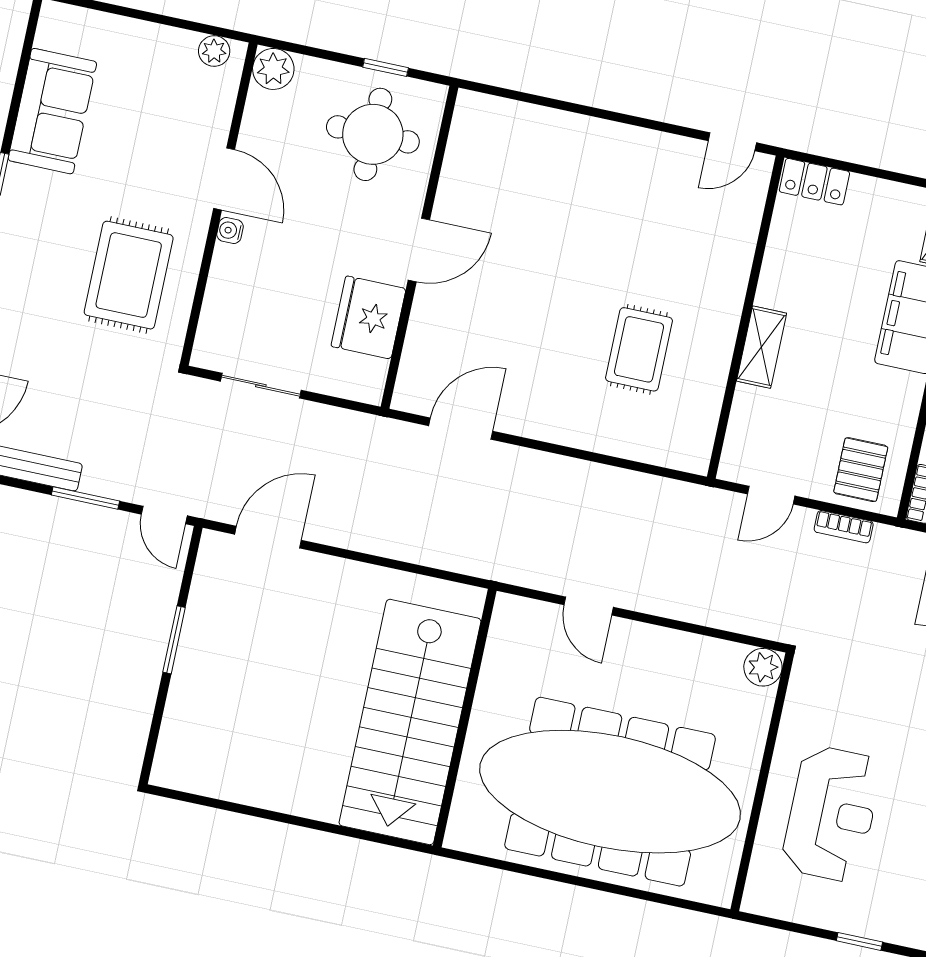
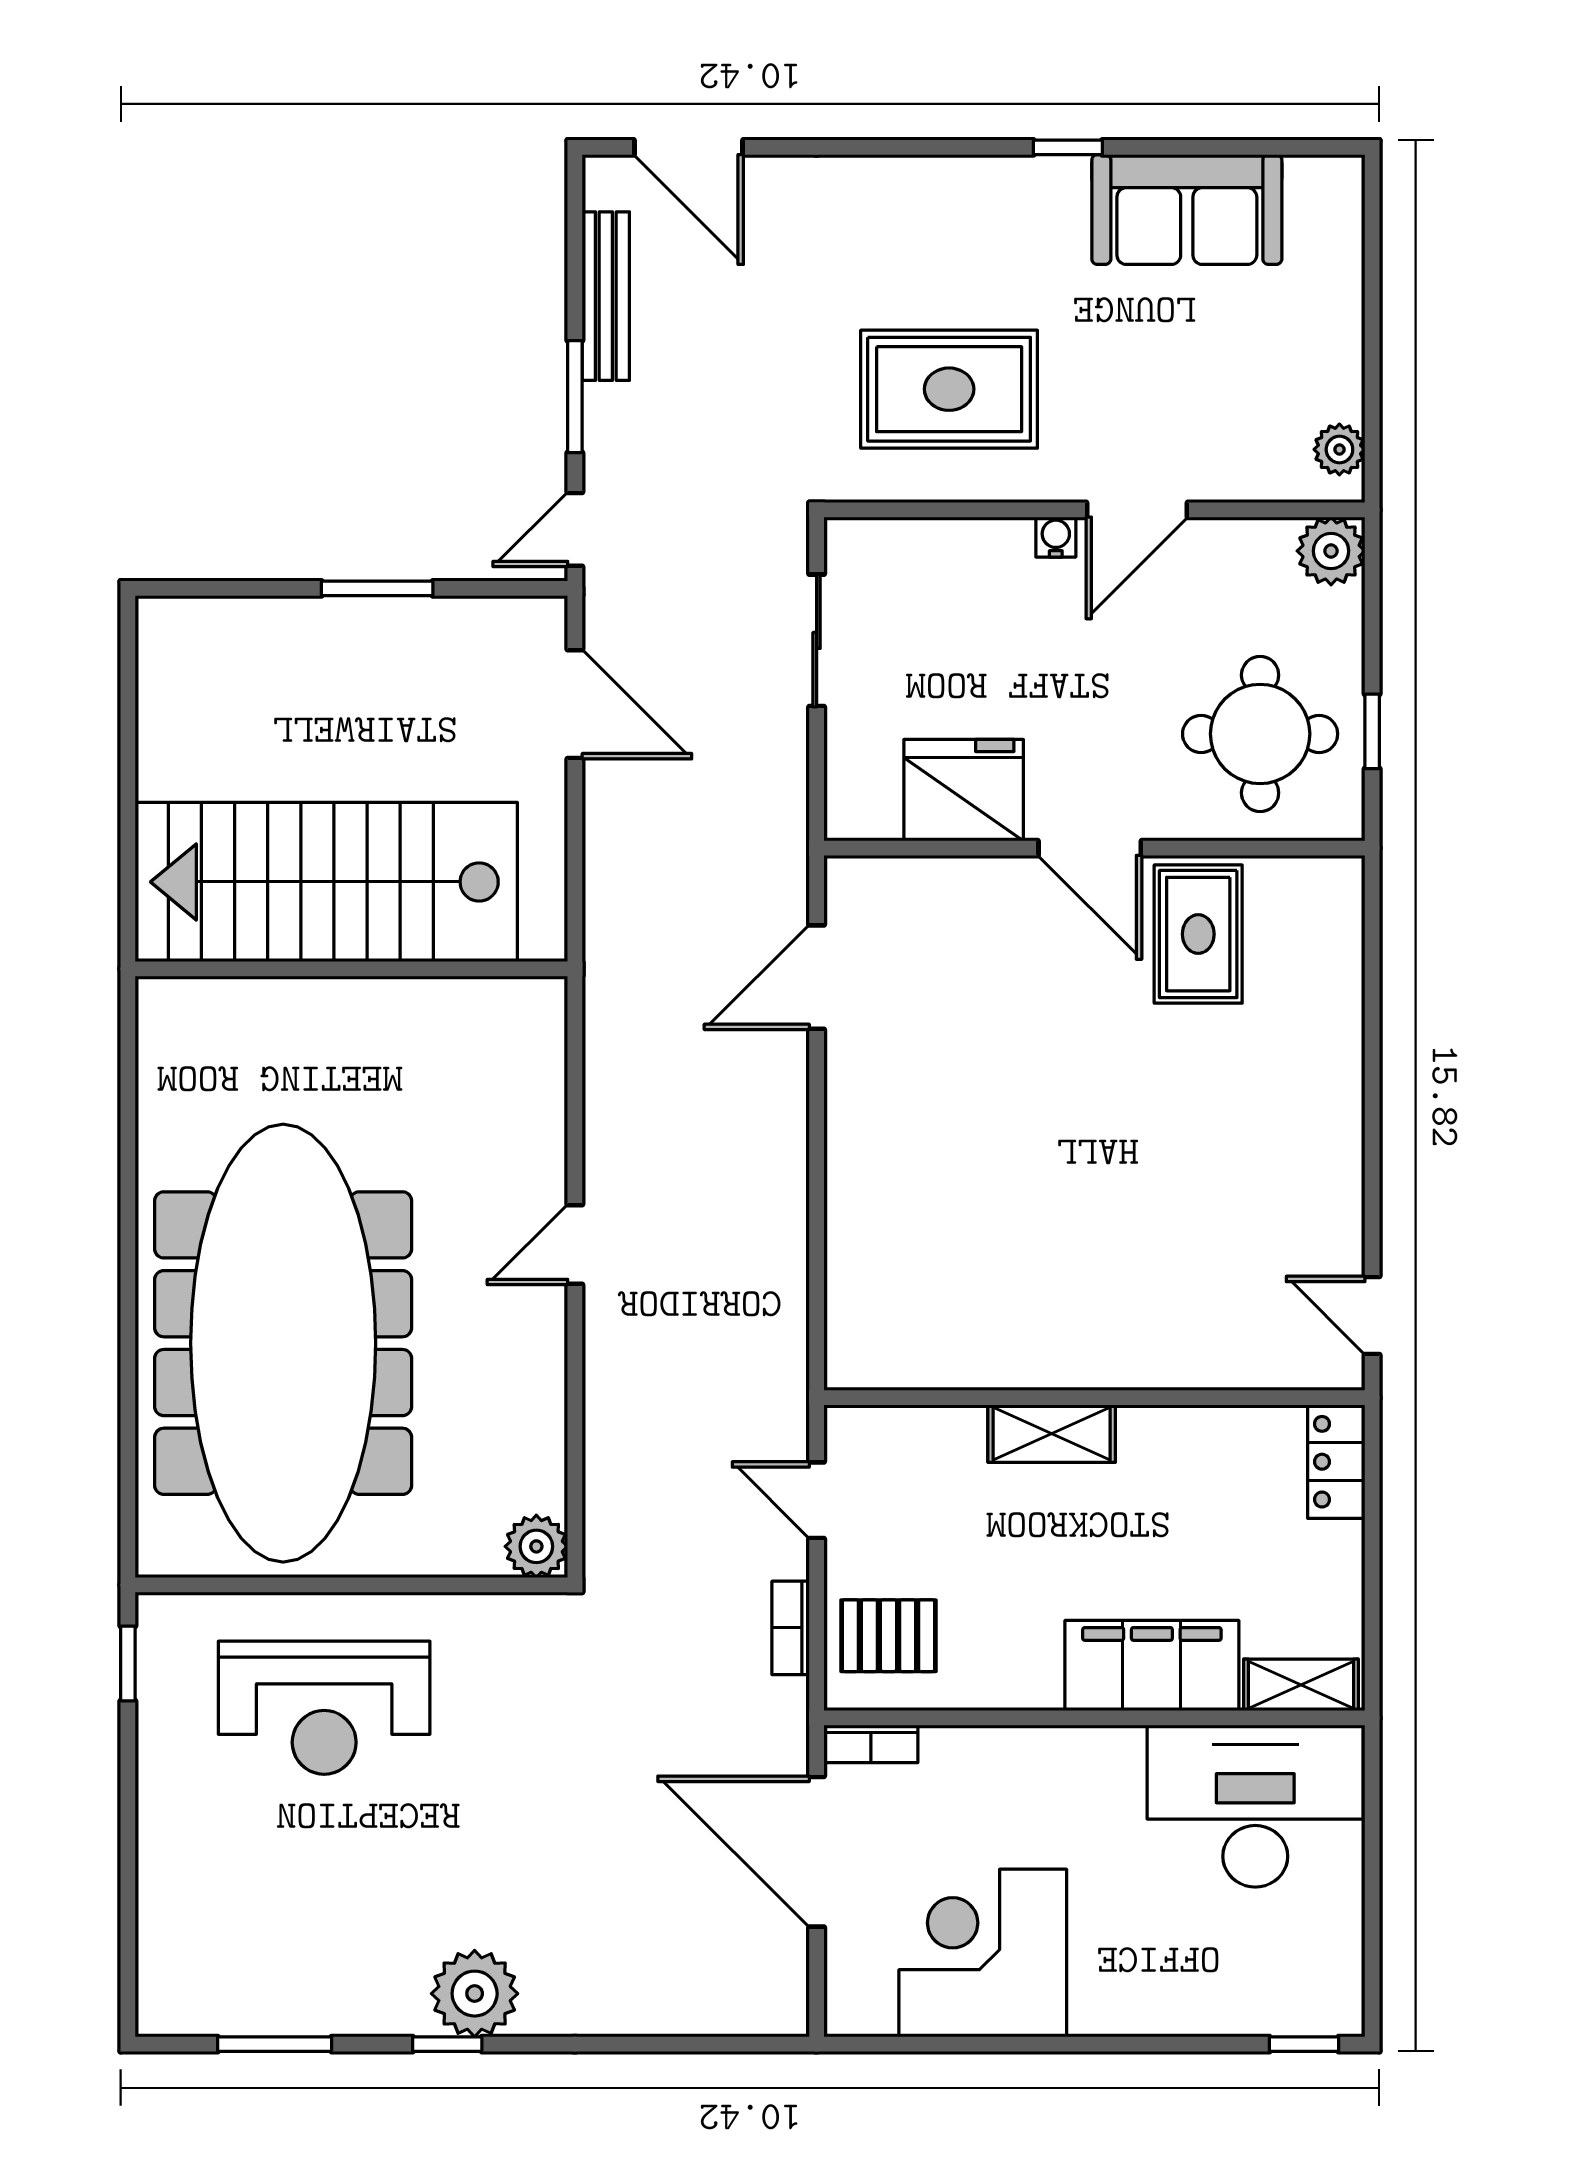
rug: (639, 349) -> (1198, 934), moved, turned 90
door: (461, 429) -> (817, 977), swing flipped
wall: (465, 718) -> (351, 969), moved
stairs: (410, 722) -> (326, 882), moved
window: (859, 941) -> (128, 1663), moved

